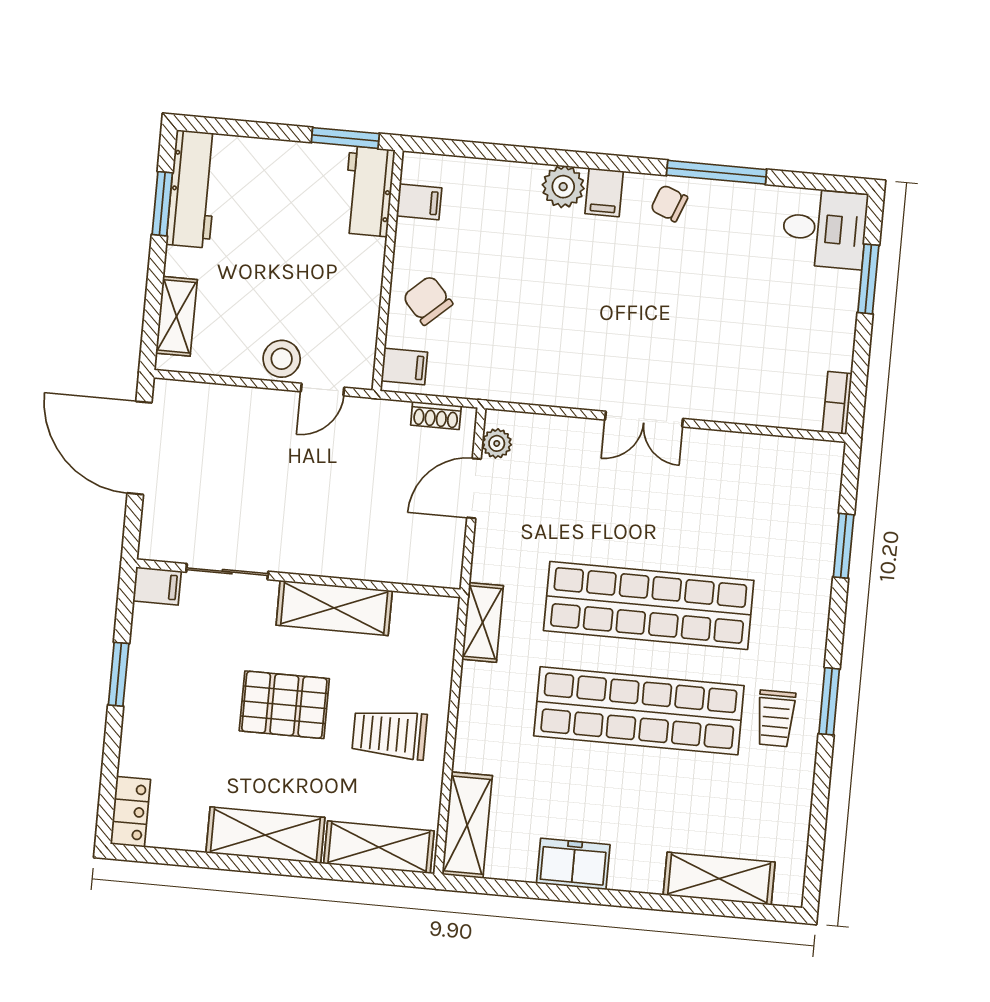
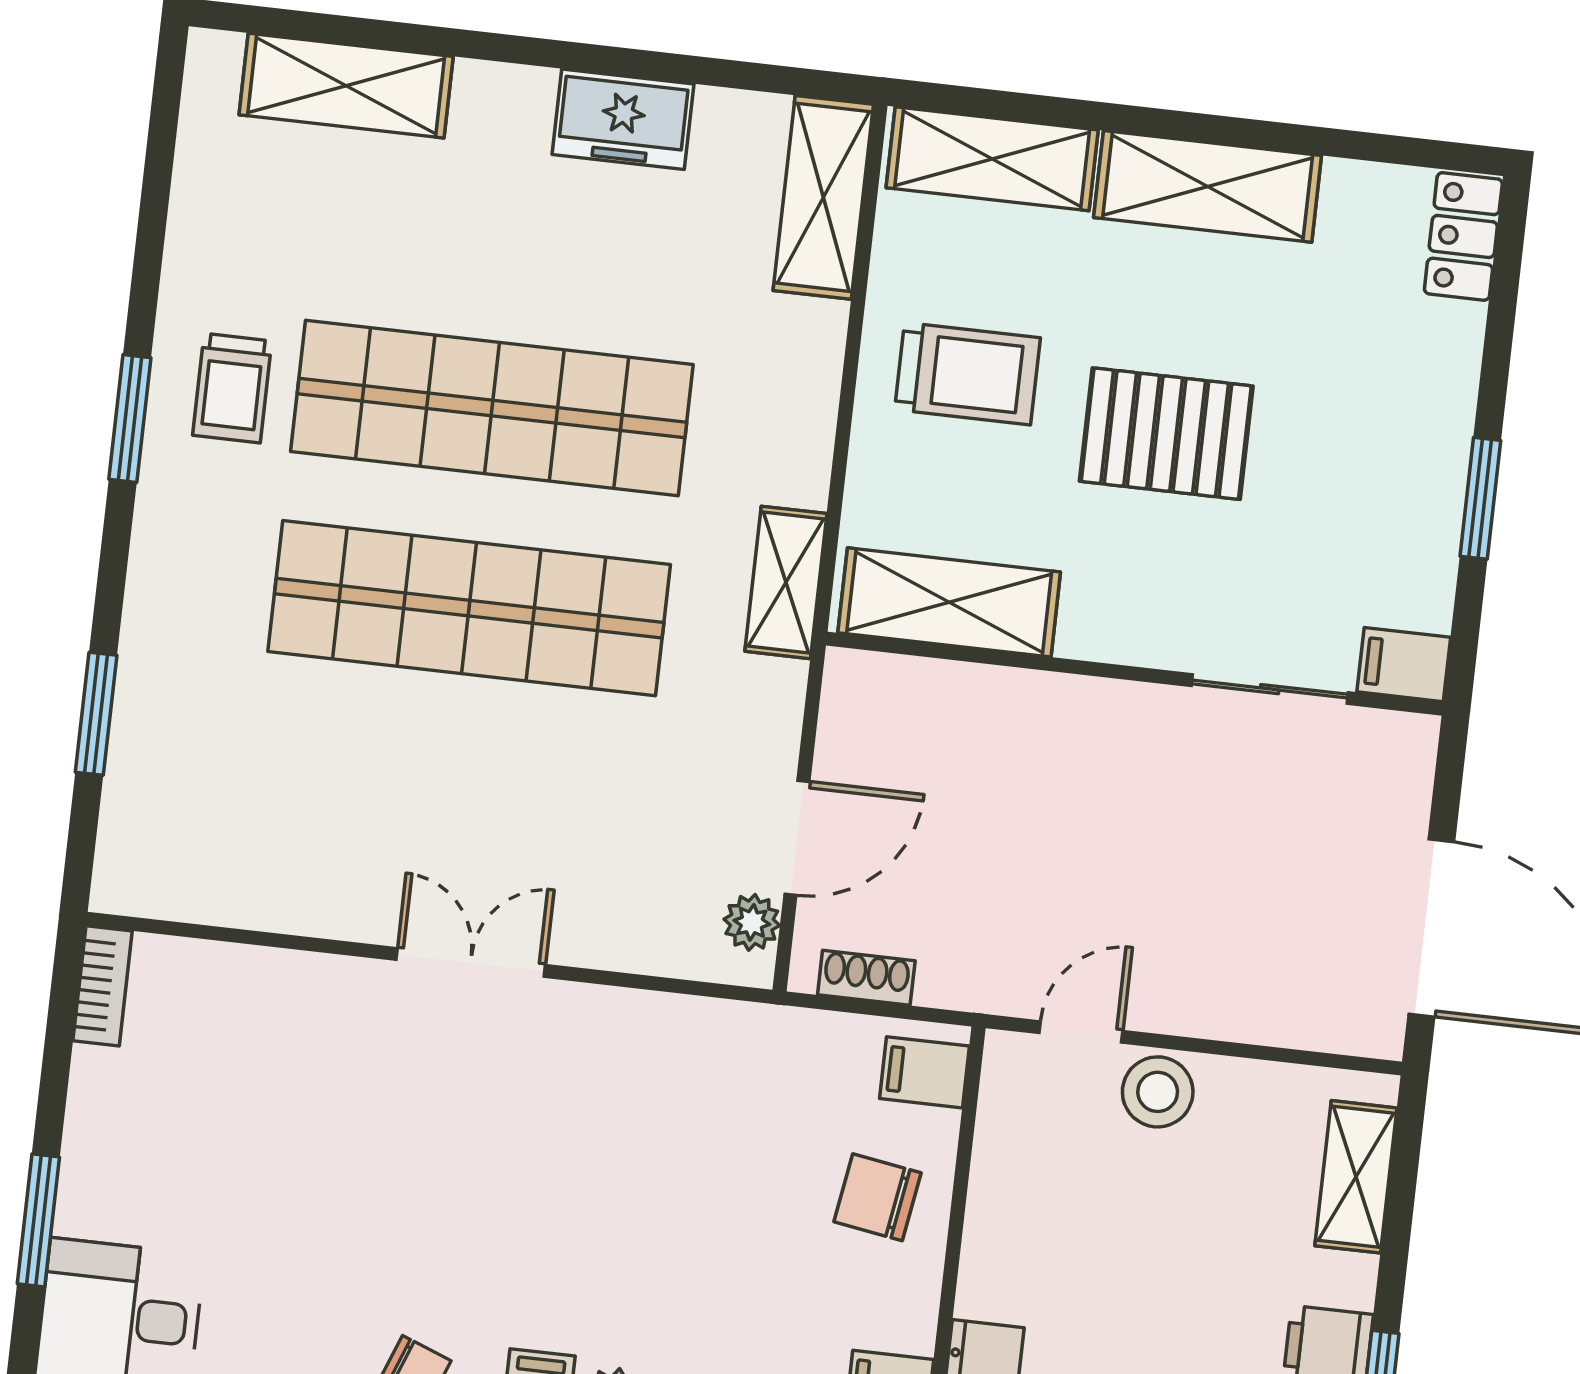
chair: (428, 300) -> (877, 1197), turned 141
shelving: (334, 608) -> (949, 602), moved
trolley: (776, 718) -> (232, 388), turned 180

